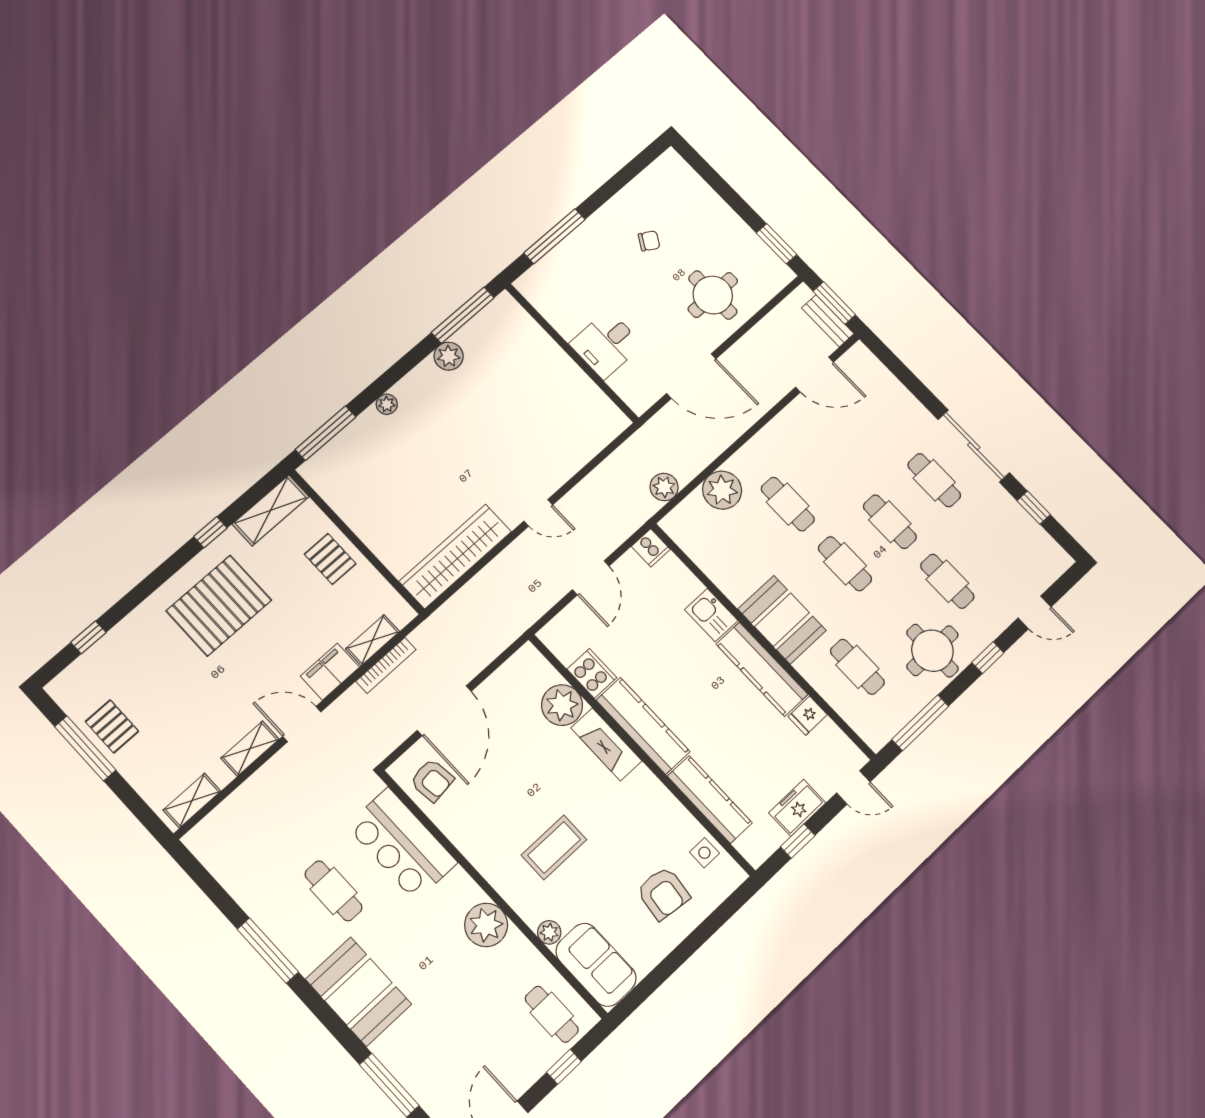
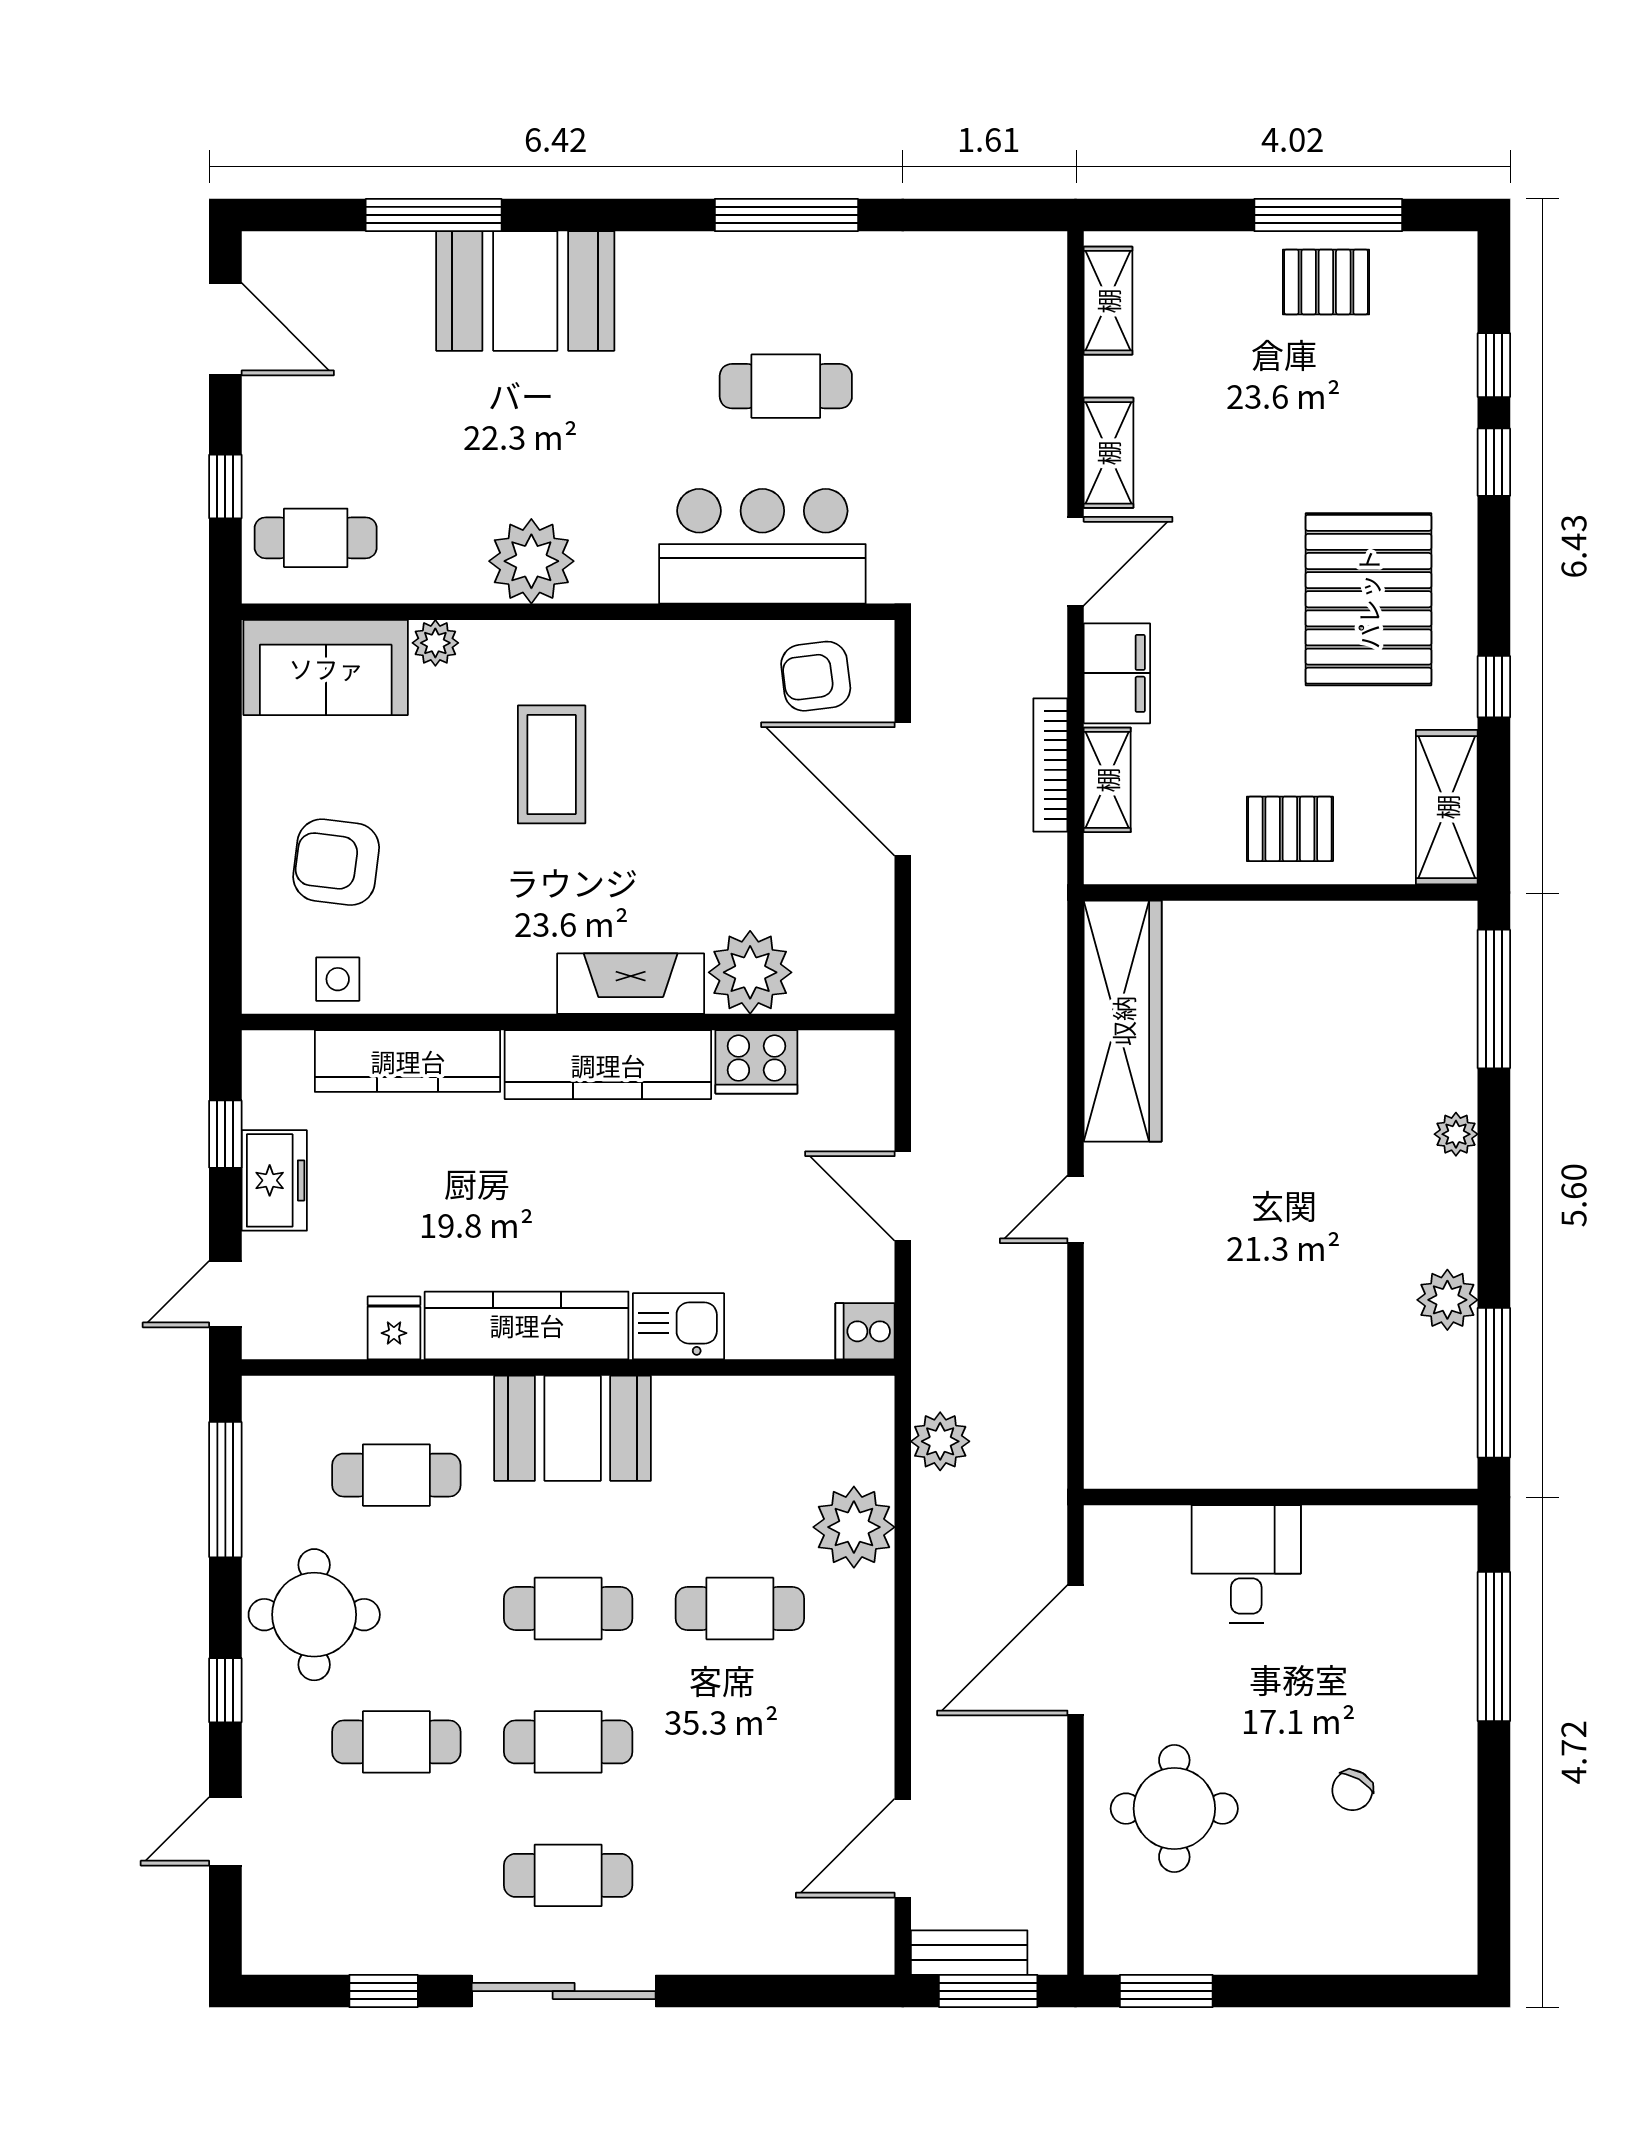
window: (126, 605) -> (1494, 462), added
booth: (358, 992) -> (525, 291), moved

